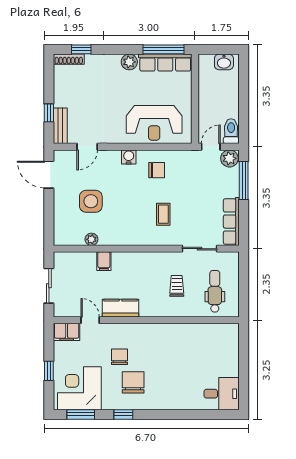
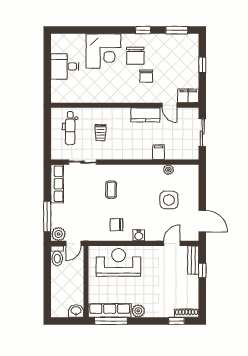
washbasin: (224, 62) -> (76, 311), moved
corner desk: (79, 388) -> (103, 51), moved
desk: (222, 394) -> (65, 66), moved

